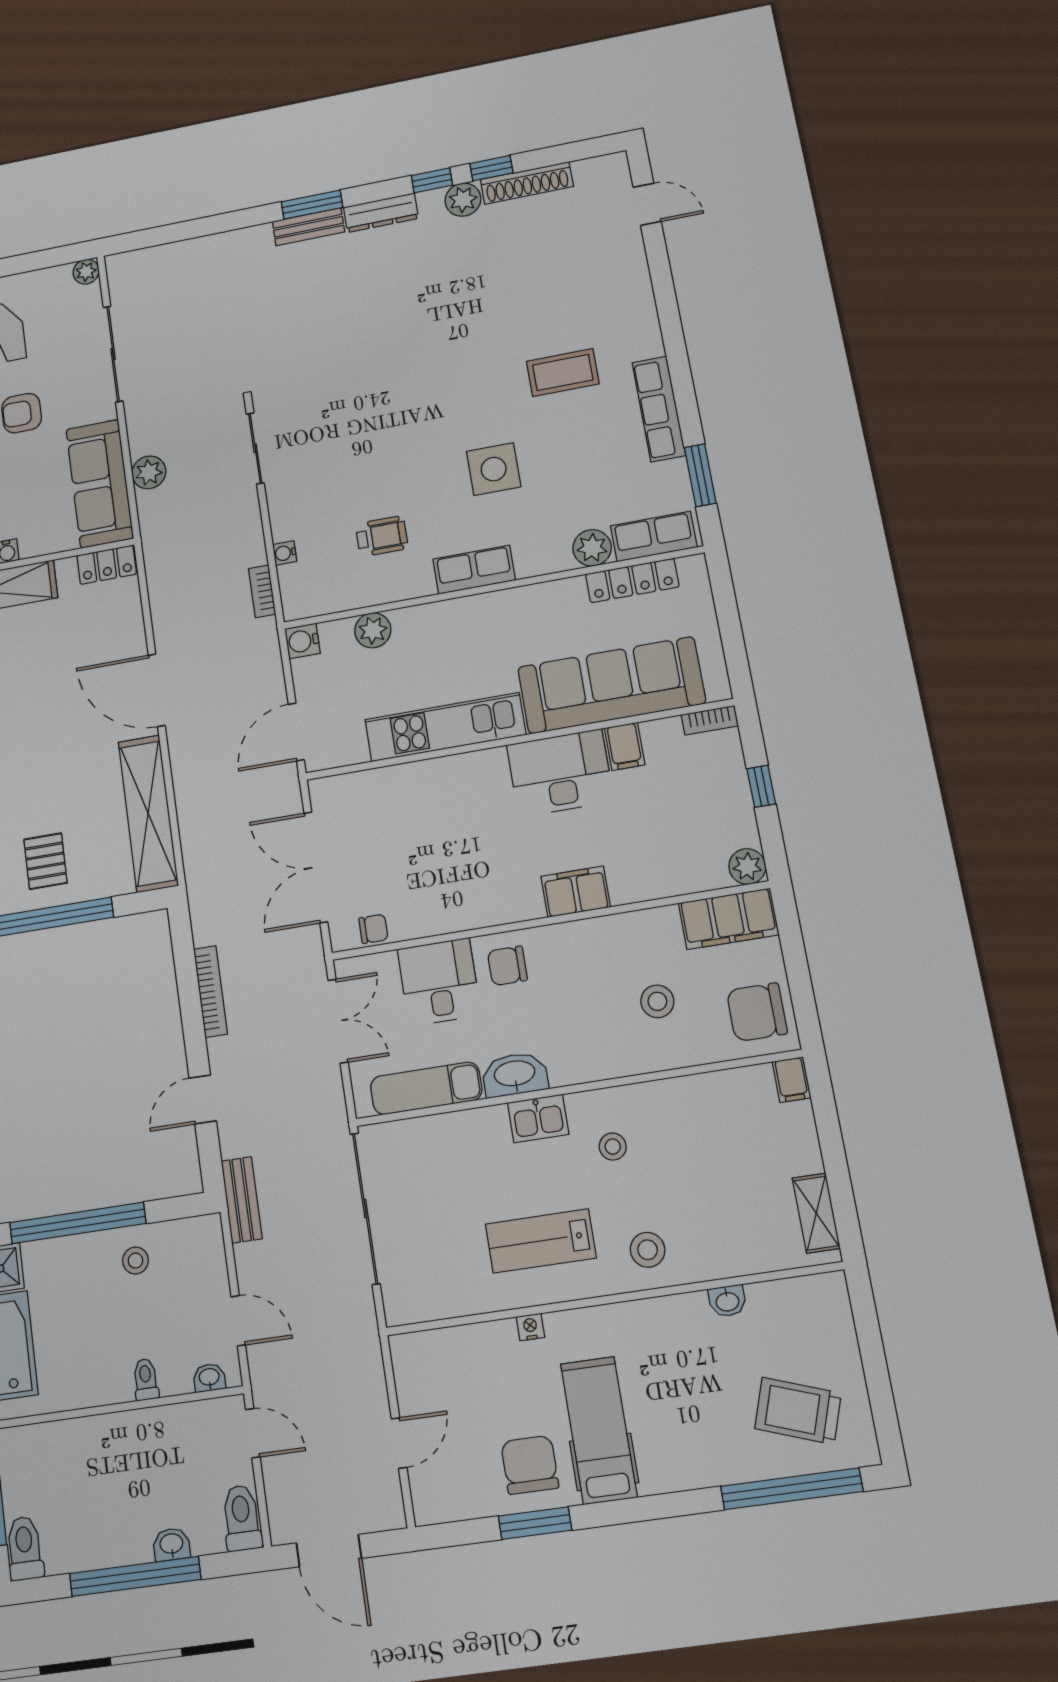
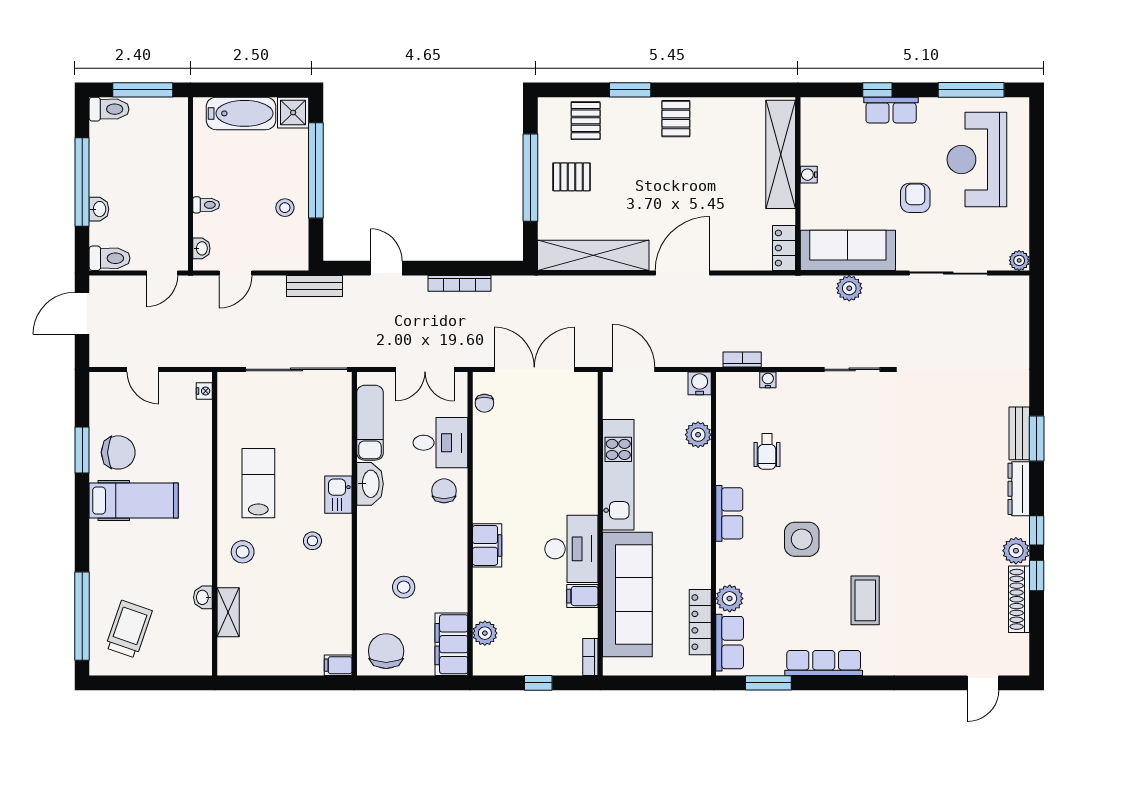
plant: (747, 866) -> (485, 633), moved
shelving: (816, 1213) -> (228, 612), moved, turned 90
nightstand: (530, 1327) -> (204, 391), moved

